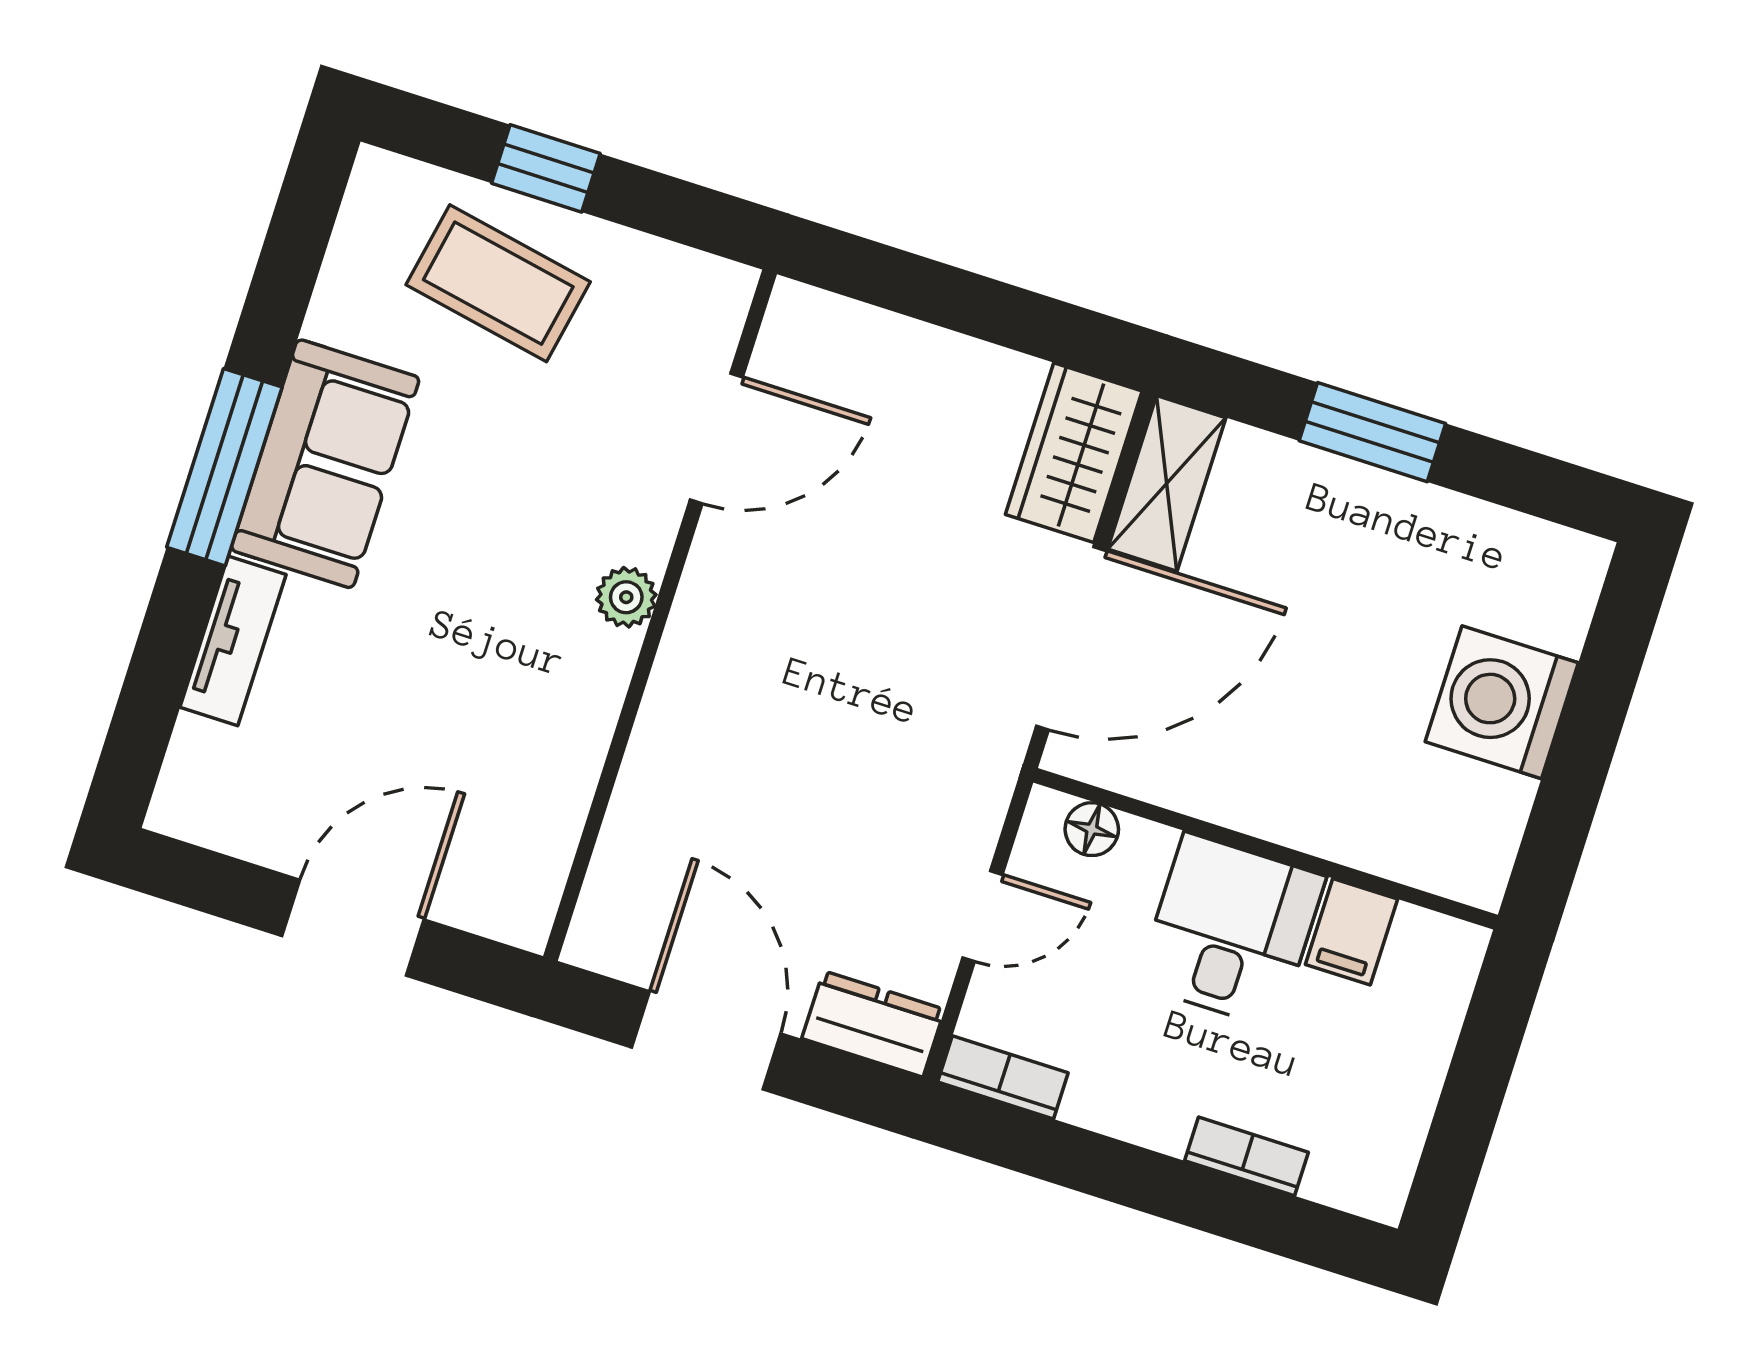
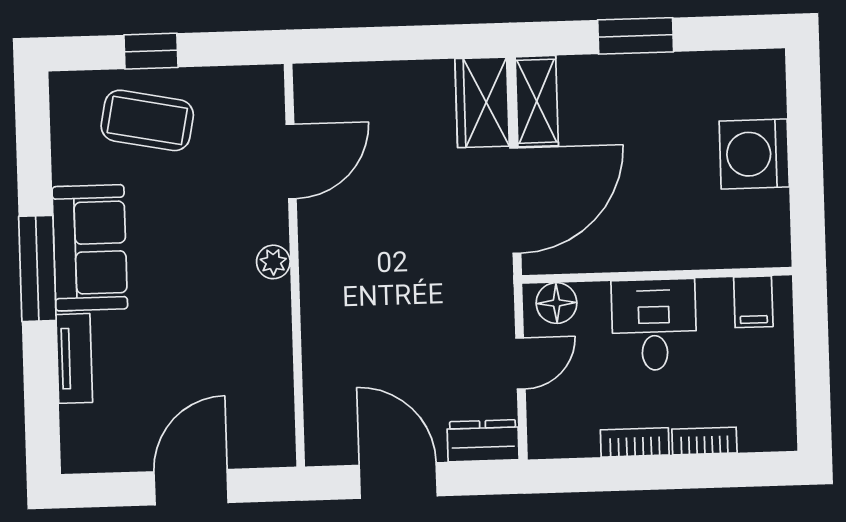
floor lamp: (1092, 829) -> (556, 303), width x1.37, depth x1.37
filing cabinet: (1351, 932) -> (753, 302), moved
bookcase: (1003, 1077) -> (635, 442), moved

